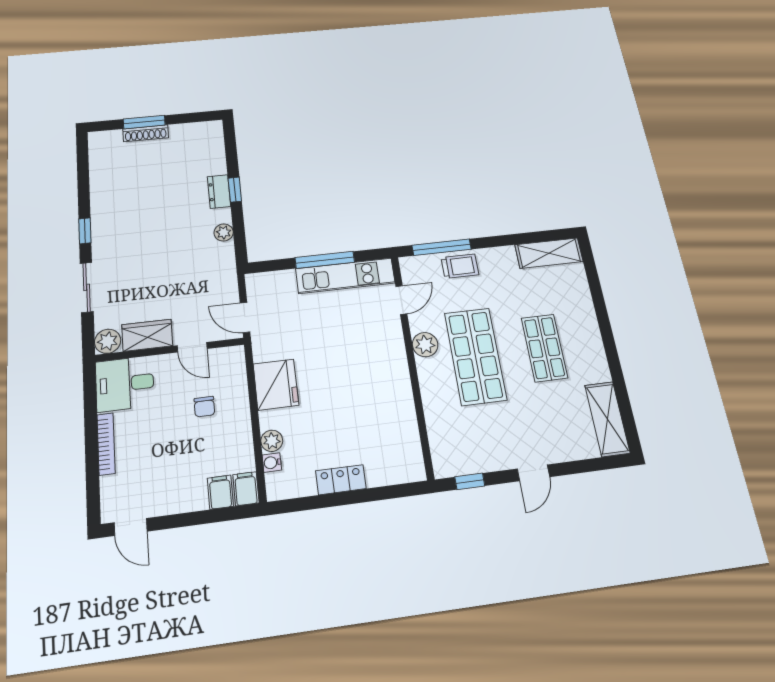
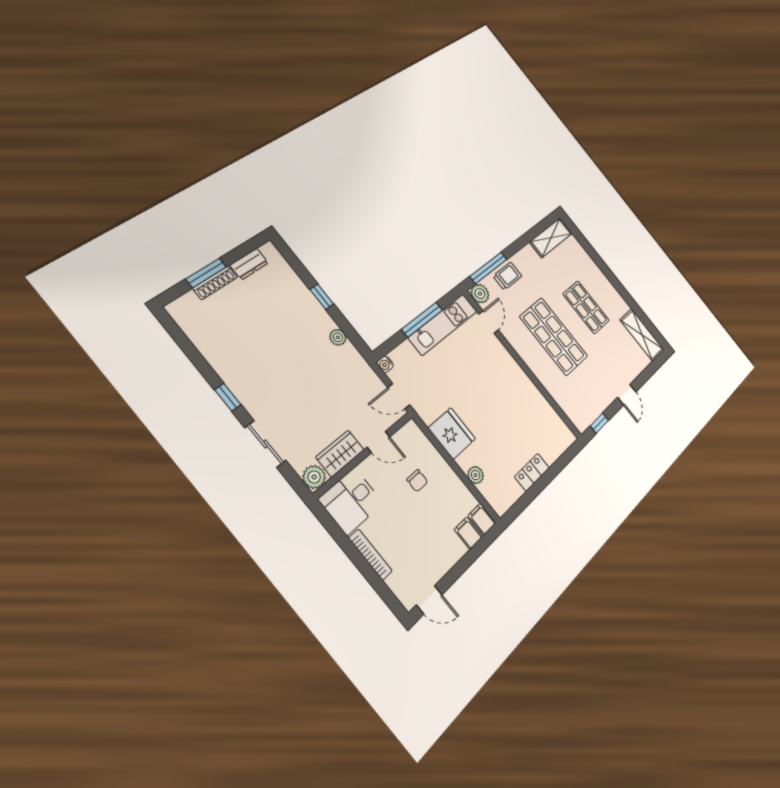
dresser: (219, 192) -> (249, 264), moved, turned -90
plant: (425, 345) -> (480, 294), moved
water cooler: (272, 463) -> (385, 364), moved

